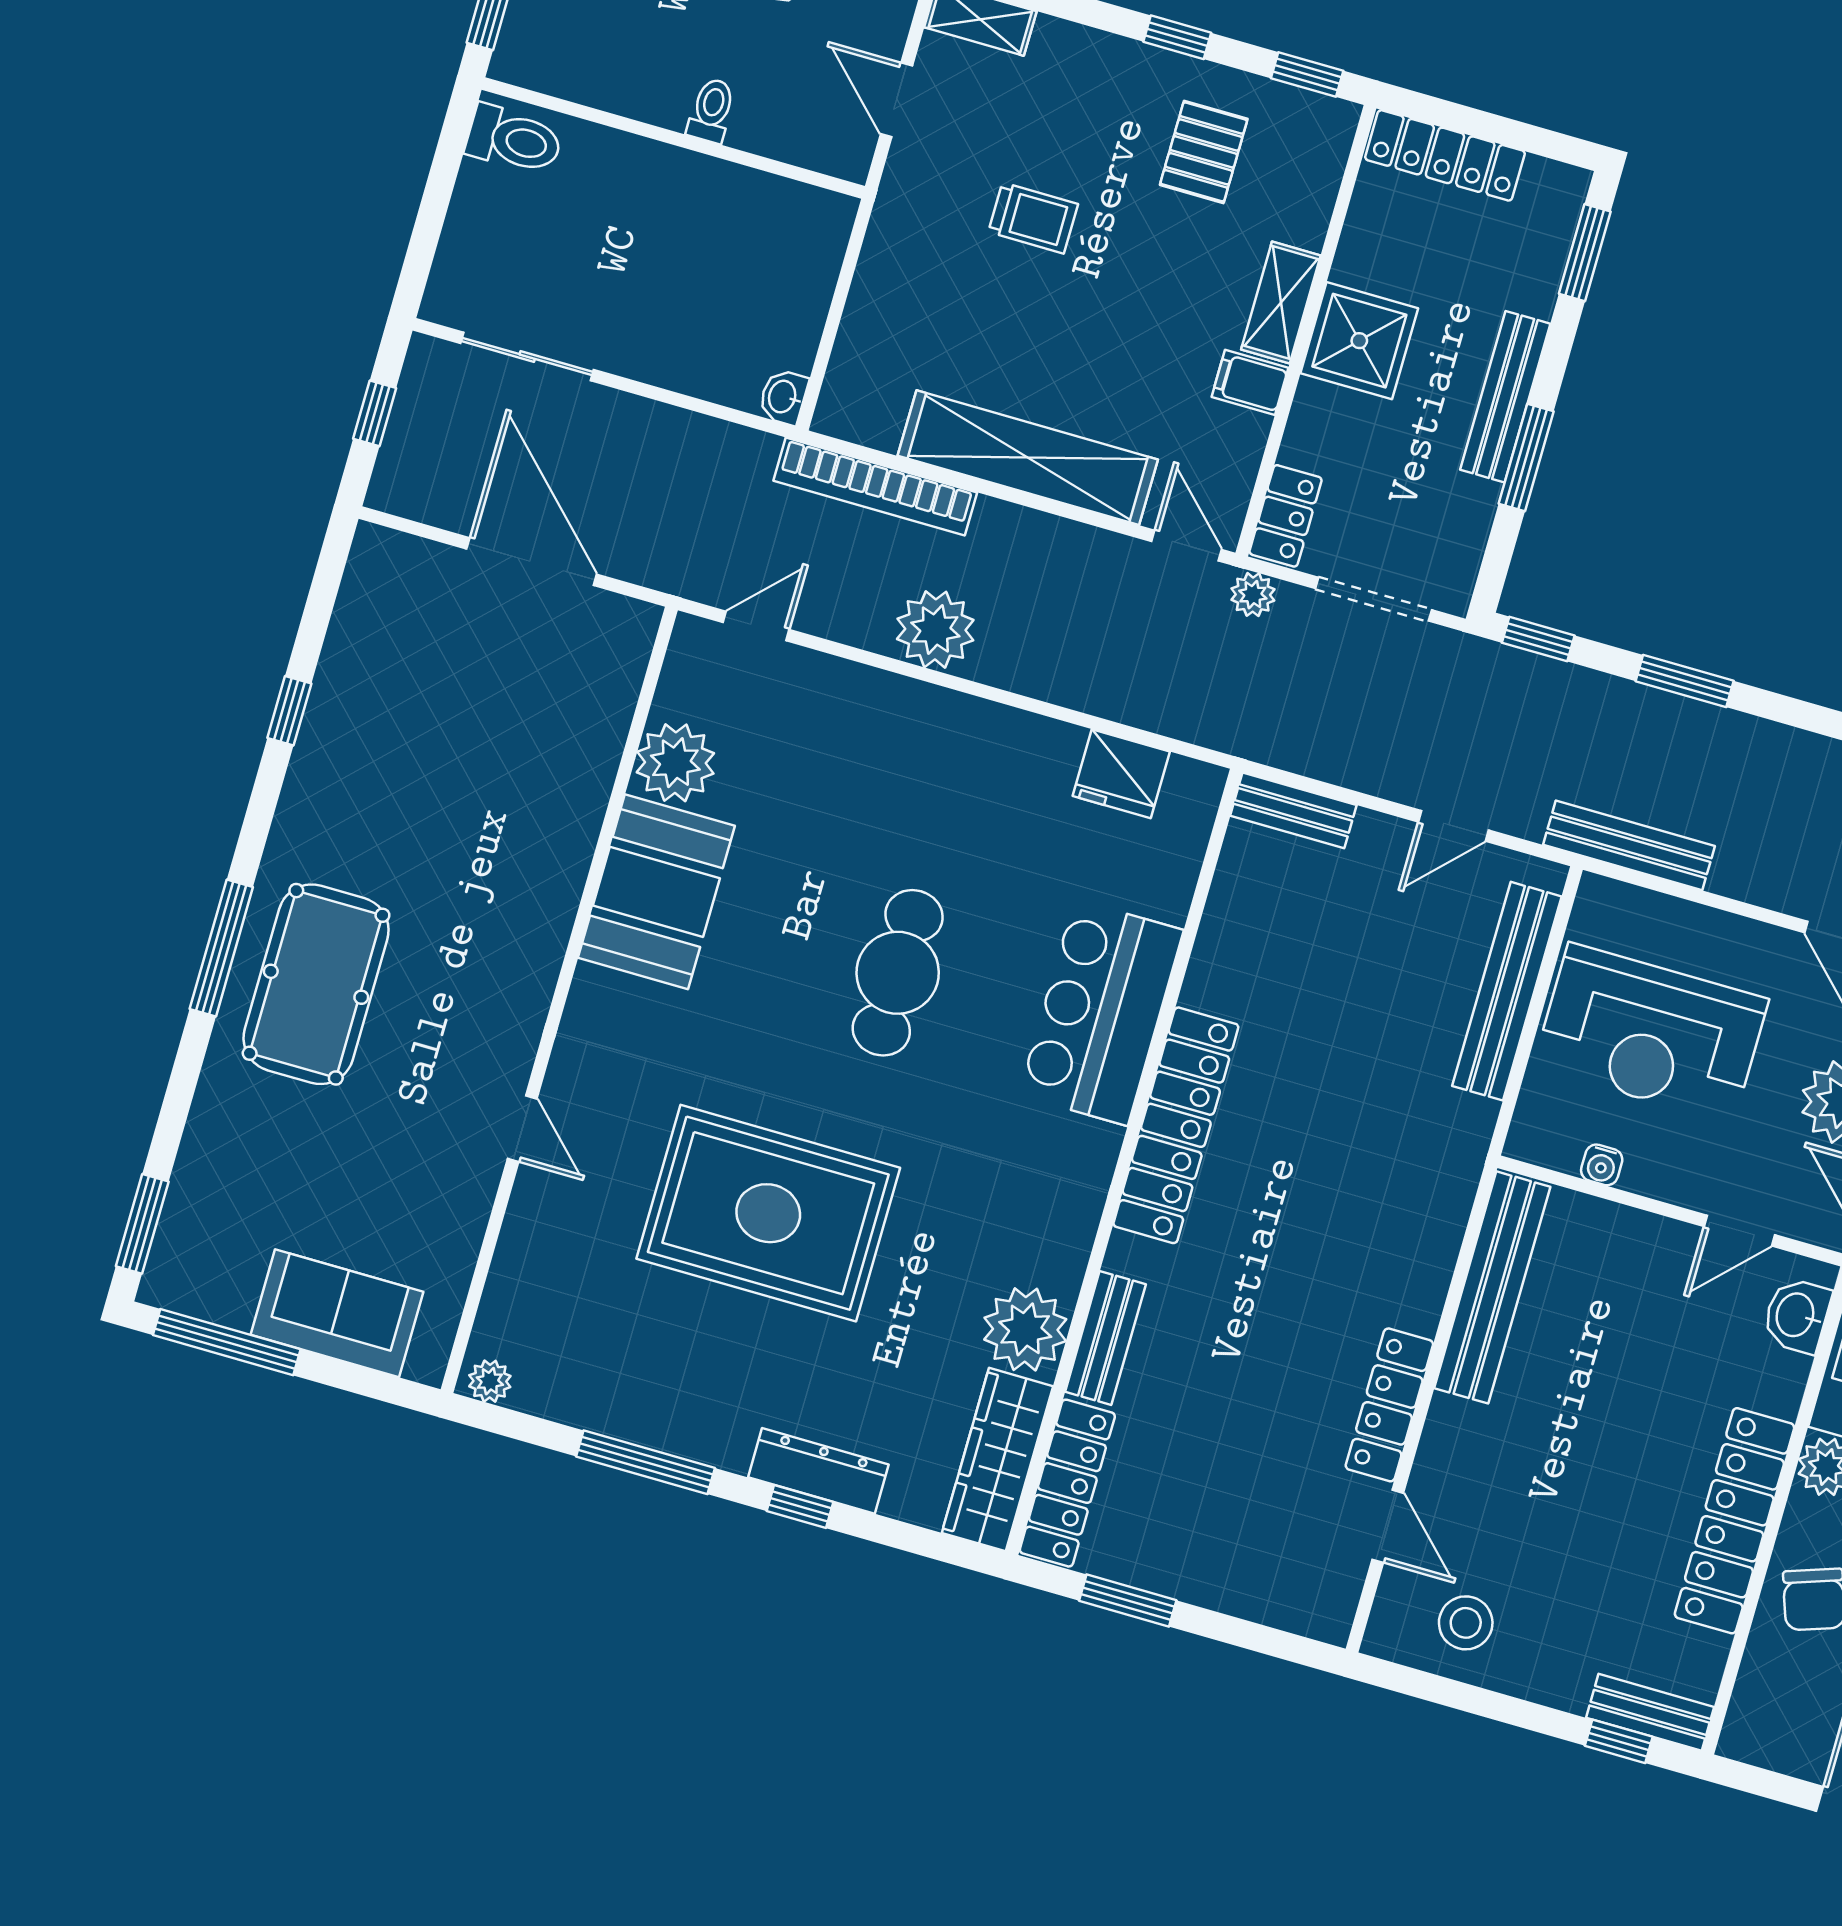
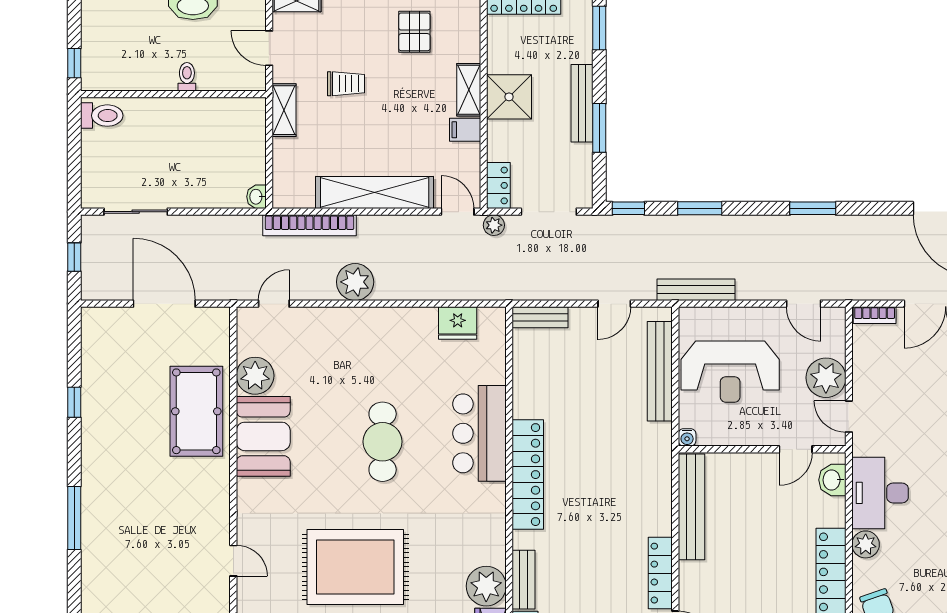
shelving: (891, 236) -> (284, 110), added
pool table: (316, 984) -> (196, 411), moved
water cooler: (1602, 1165) -> (687, 437), moved

